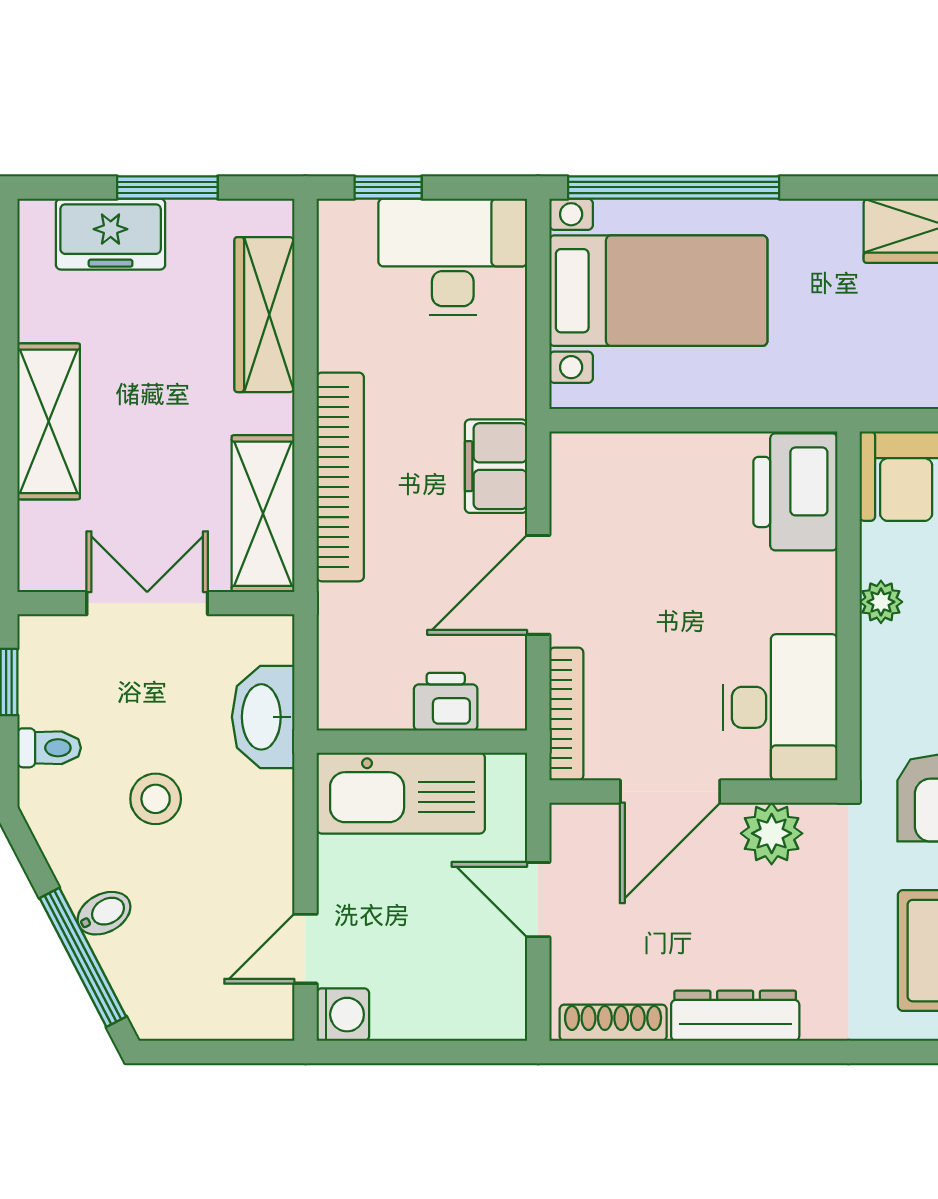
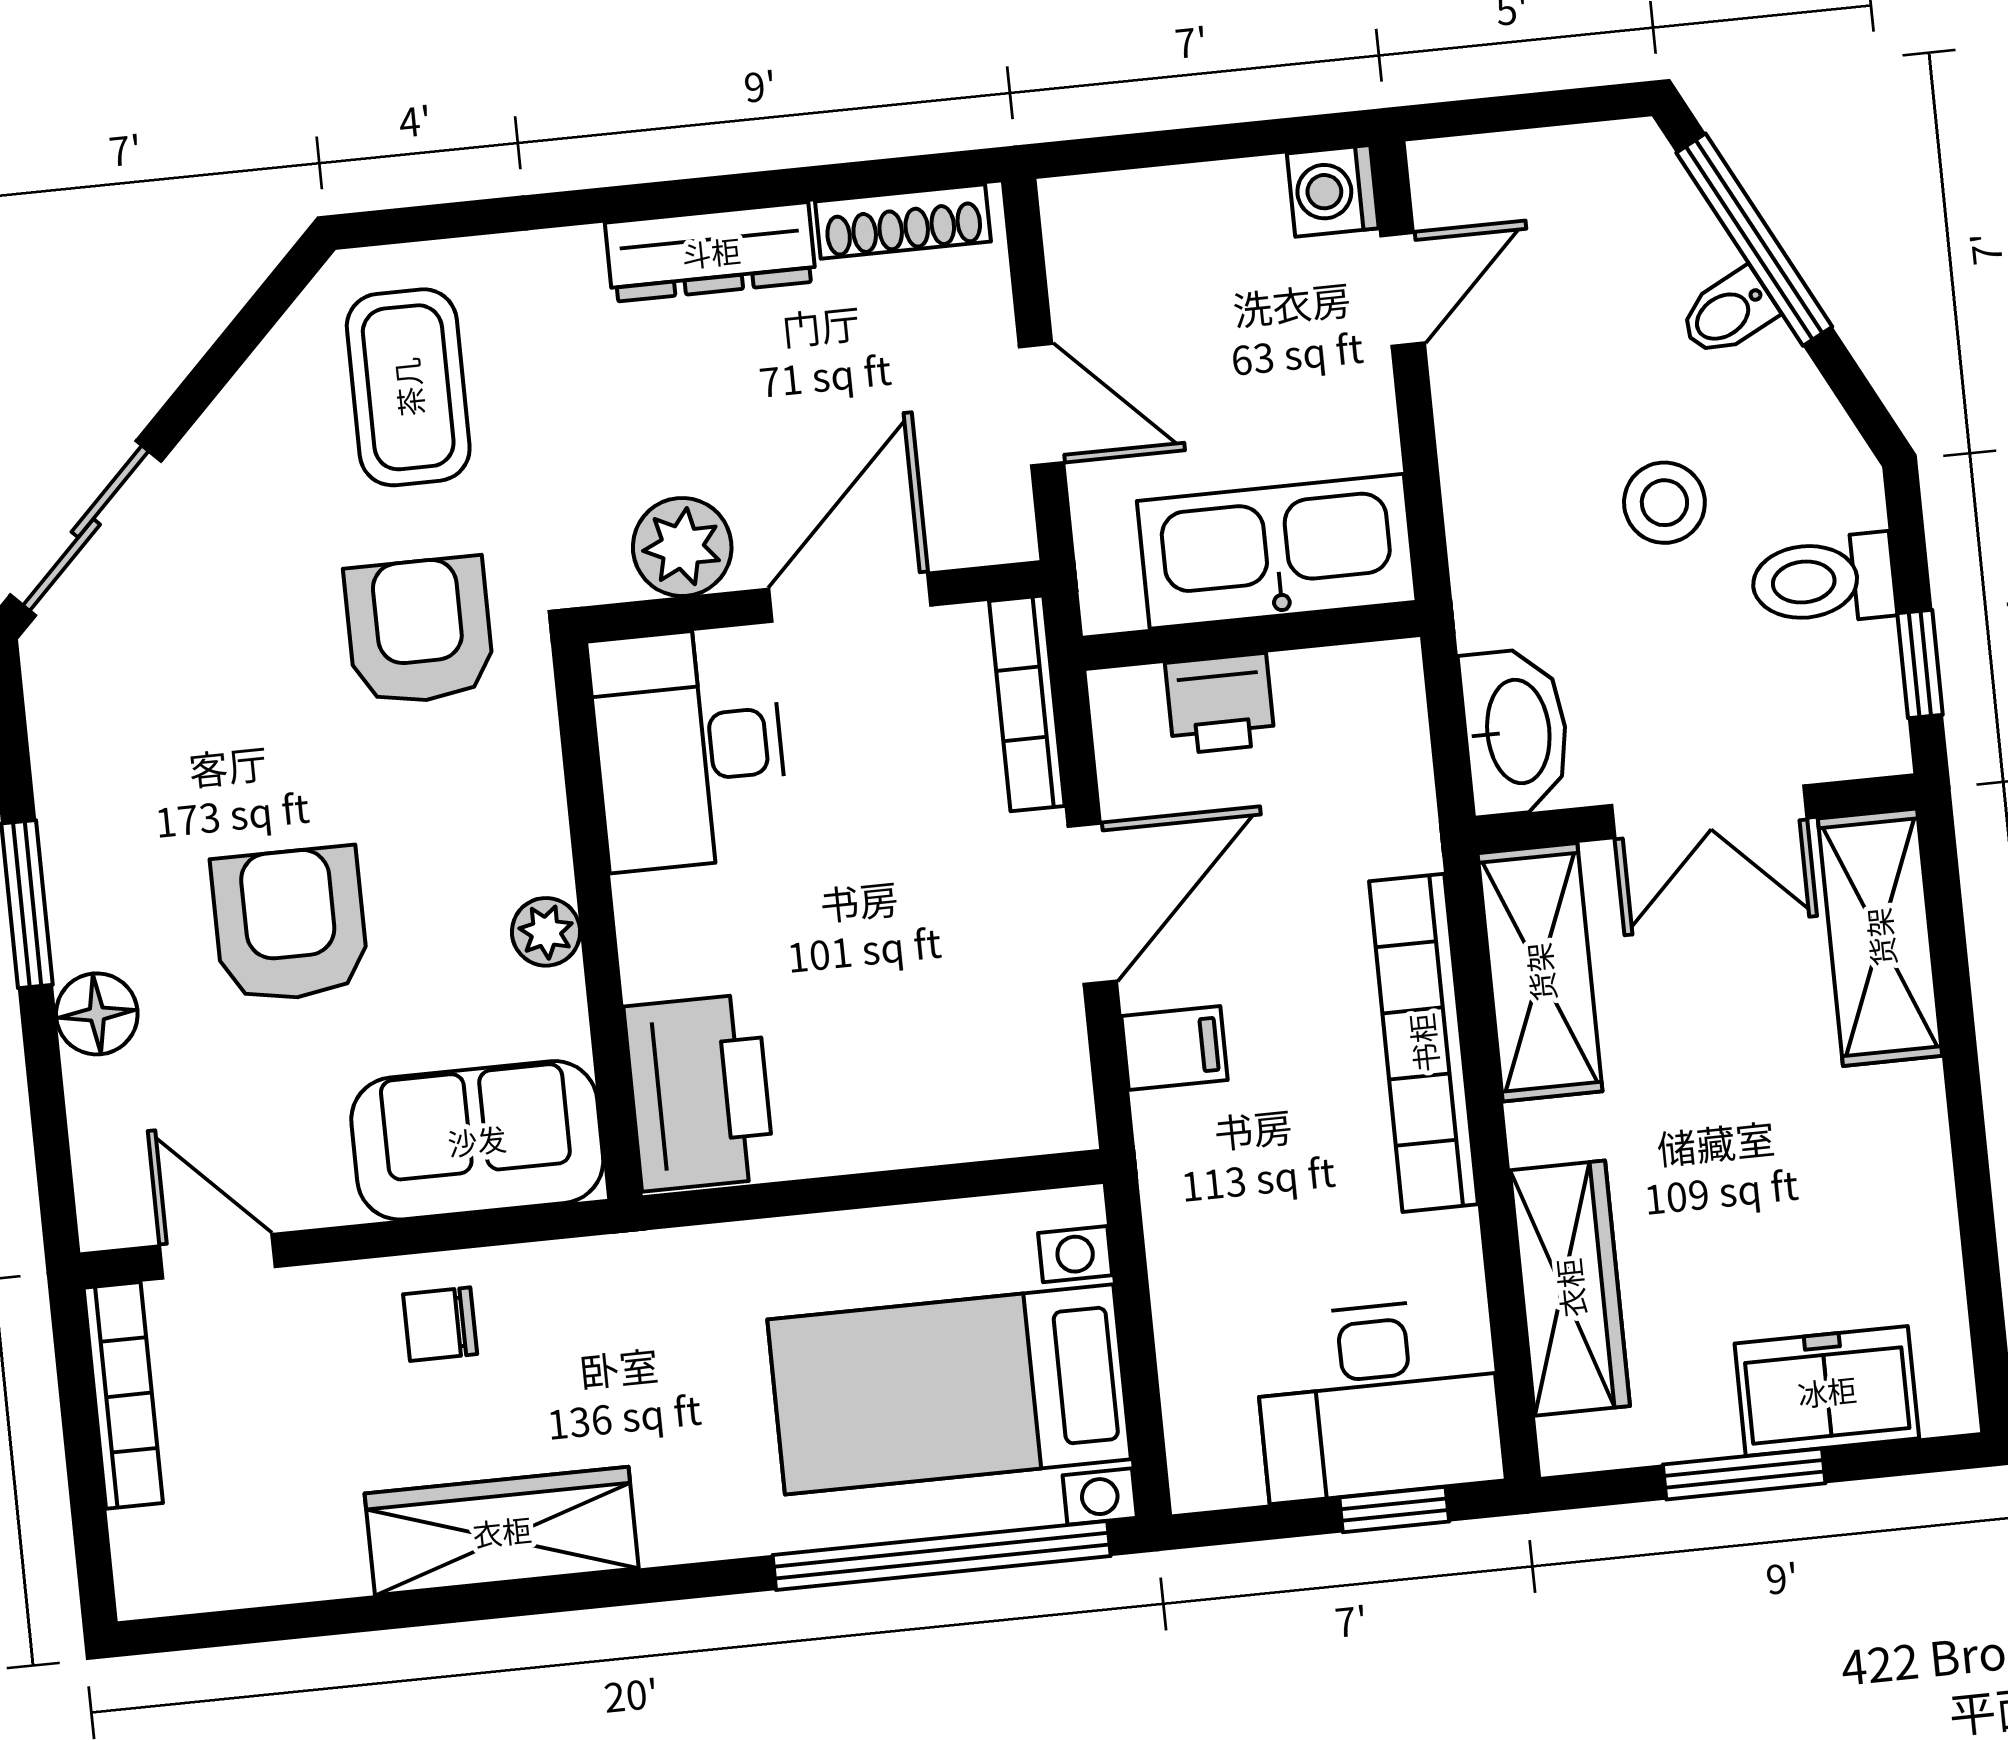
desk: (453, 257) -> (1378, 1400), moved
shelving: (49, 421) -> (1880, 937), moved
filing cabinet: (496, 466) -> (1175, 1048), width x0.50
washbasin: (263, 717) -> (1515, 732), moved
toilet: (49, 748) -> (1823, 580), width x1.37, depth x1.39

